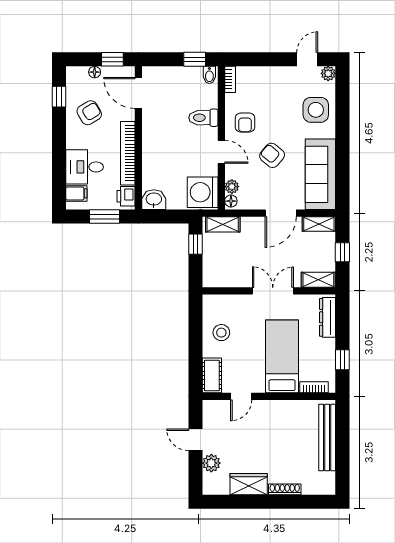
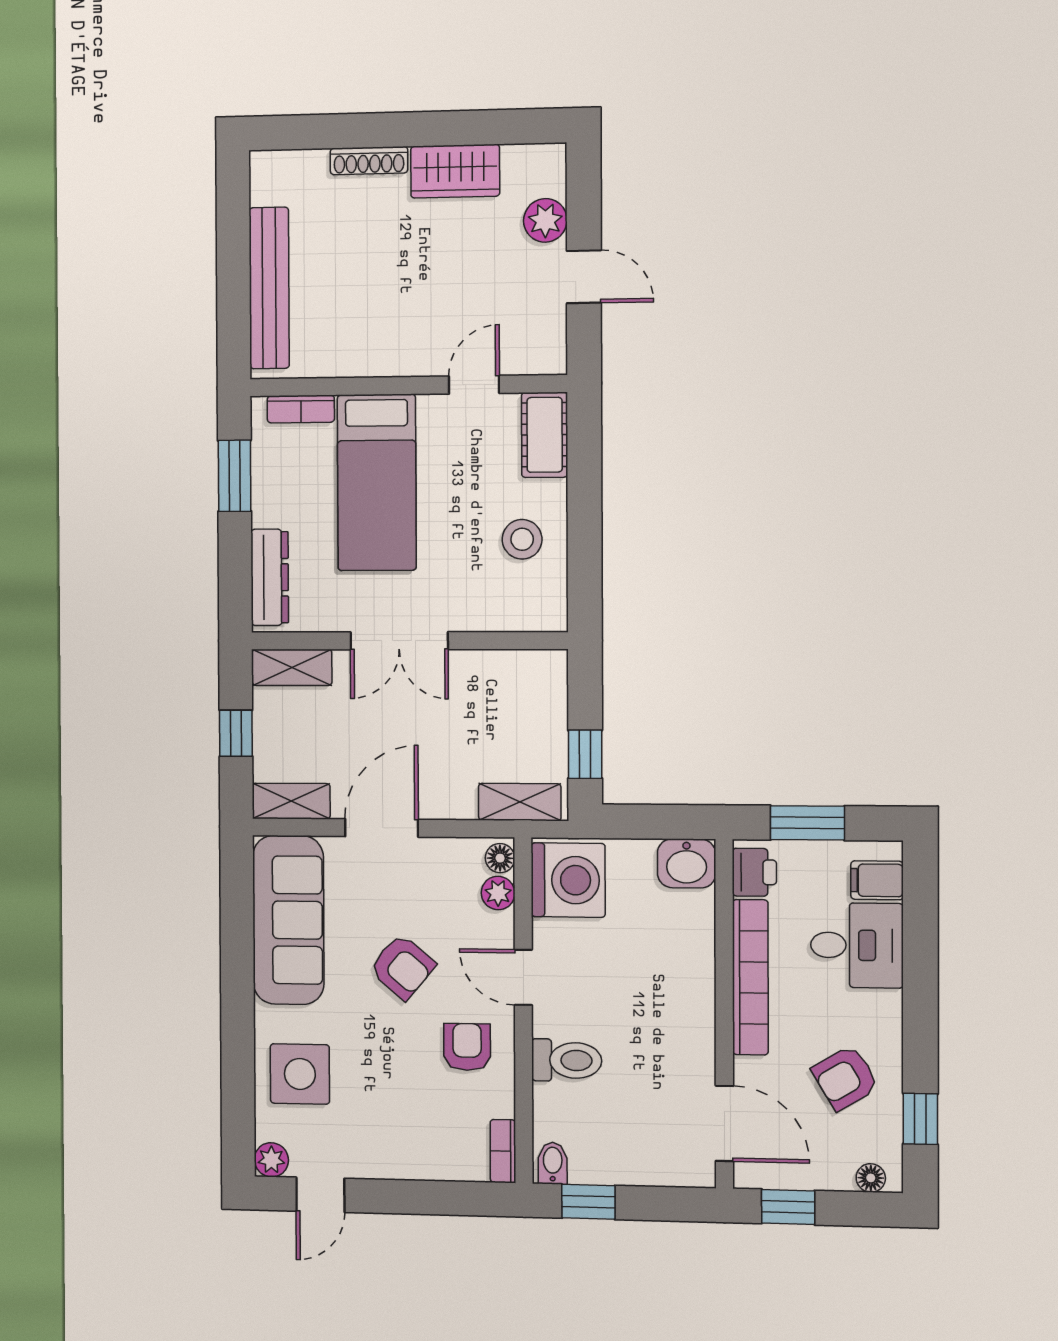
floor lamp: (95, 72) -> (871, 1178), moved
window: (342, 360) -> (234, 476), width x1.50

